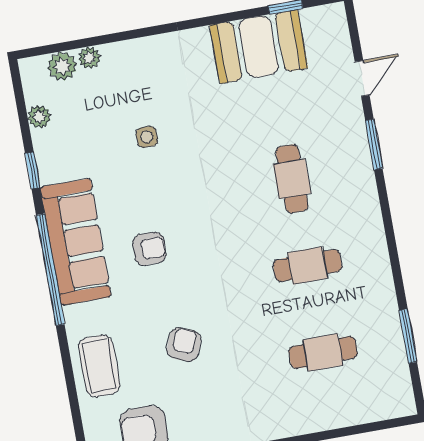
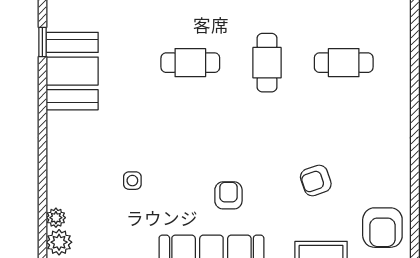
armchair: (184, 345) -> (316, 180), turned -41
cafe table: (323, 352) -> (344, 63), turned 90

